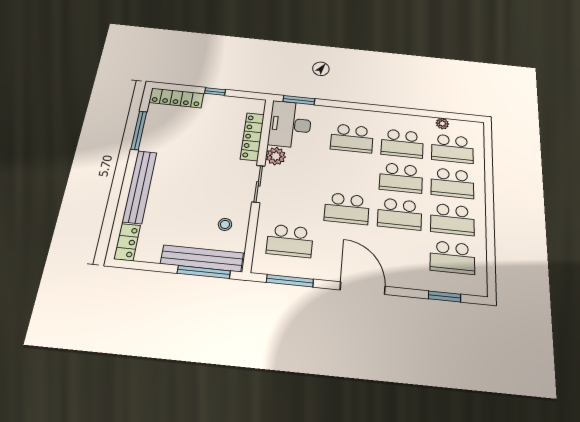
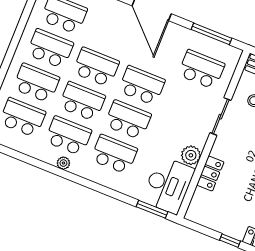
plant: (442, 124) -> (63, 163), moved
locker: (252, 137) -> (210, 173), width x0.66
school desk: (349, 173) -> (128, 120), added
sliding door: (258, 184) -> (220, 117), moved

